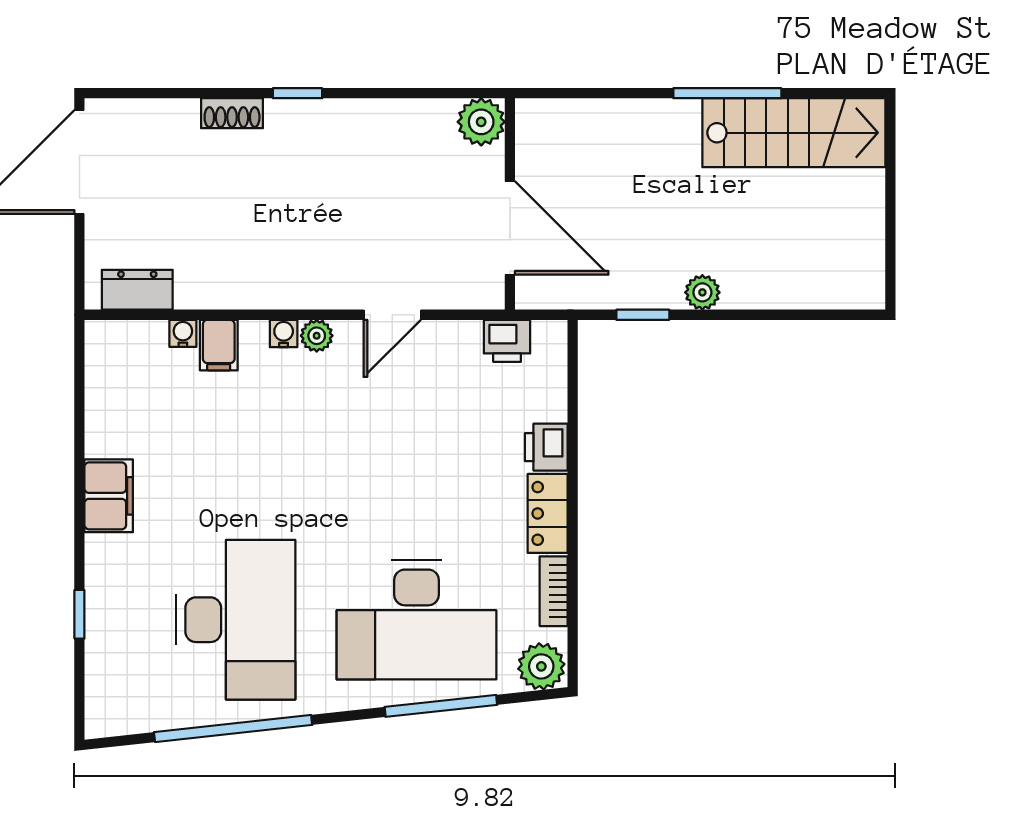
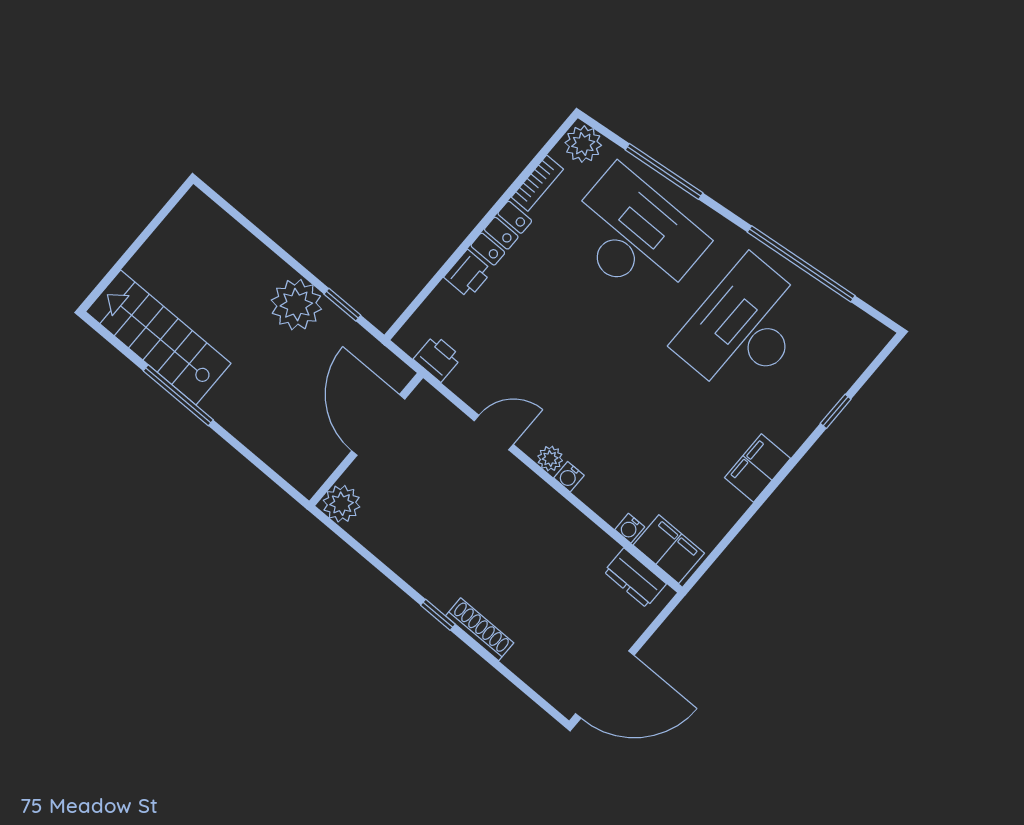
shoe rack: (232, 113) -> (480, 629), width x1.43
plant: (702, 292) -> (296, 305), width x1.88, depth x1.88
filing cabinet: (219, 345) -> (669, 549), moved, width x2.00

